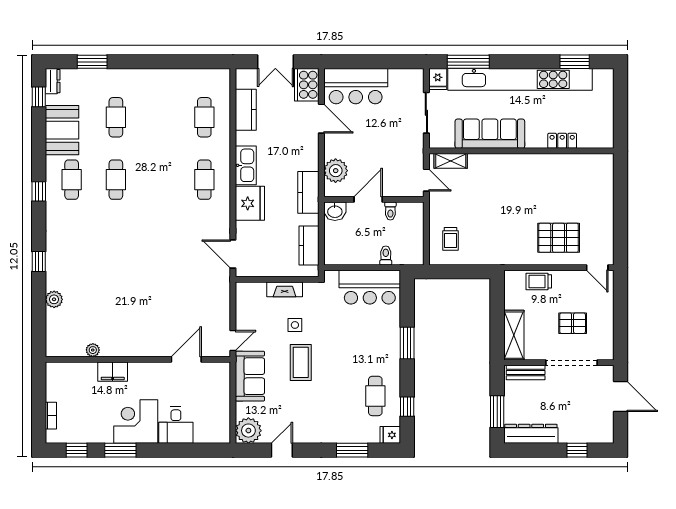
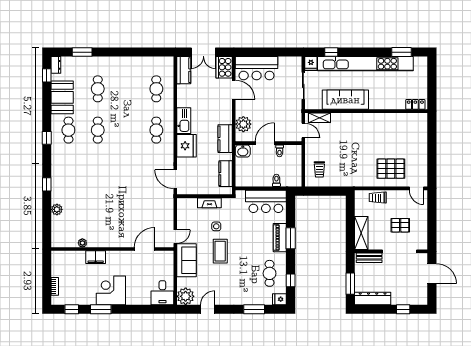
window: (468, 62) -> (331, 52), width x0.46
kitchen counter: (246, 110) -> (184, 70), moved
locker: (562, 141) -> (415, 104), moved
piano: (391, 342) -> (280, 238), added
desk: (176, 425) -> (162, 293), moved

